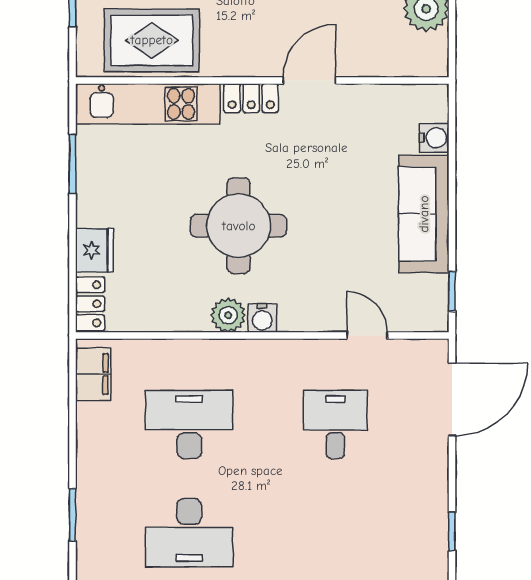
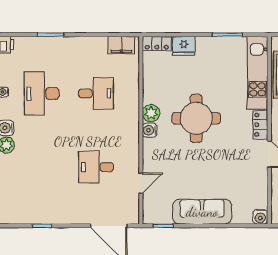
water cooler: (434, 138) -> (260, 217), moved
desk: (189, 424) -> (96, 93), width x0.73
desk: (335, 424) -> (96, 167), turned 180

